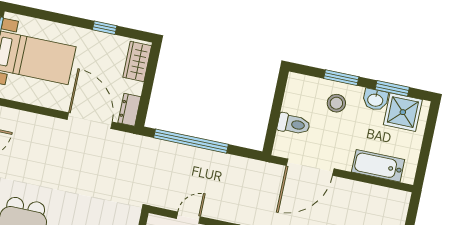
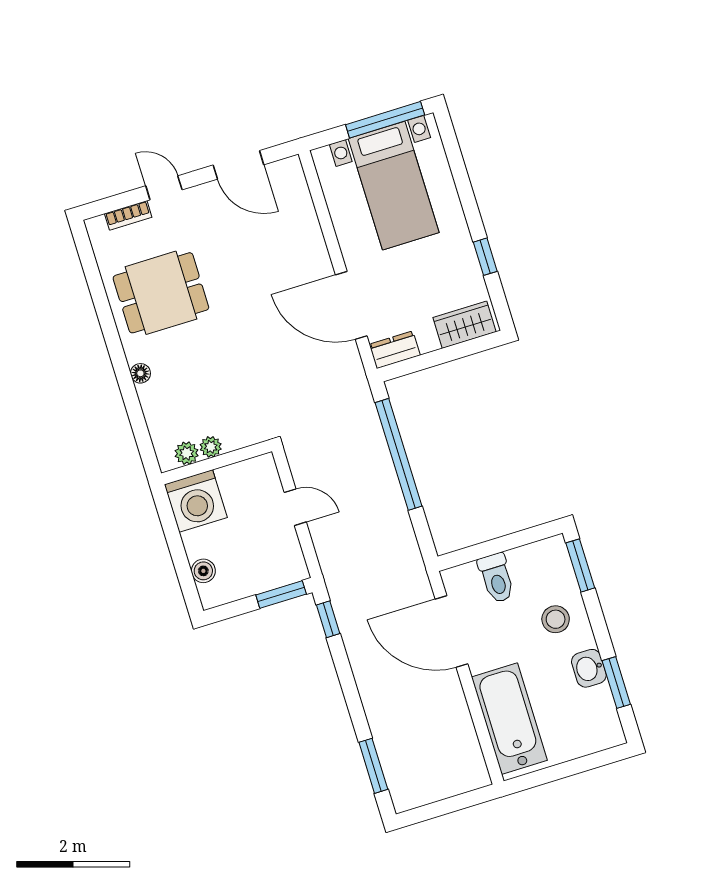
window: (341, 78) -> (580, 565), moved
shower: (403, 112) -> (593, 714), removed
door: (90, 121) -> (351, 305), swing flipped
bathtub: (378, 166) -> (509, 719), width x1.36, depth x1.36

